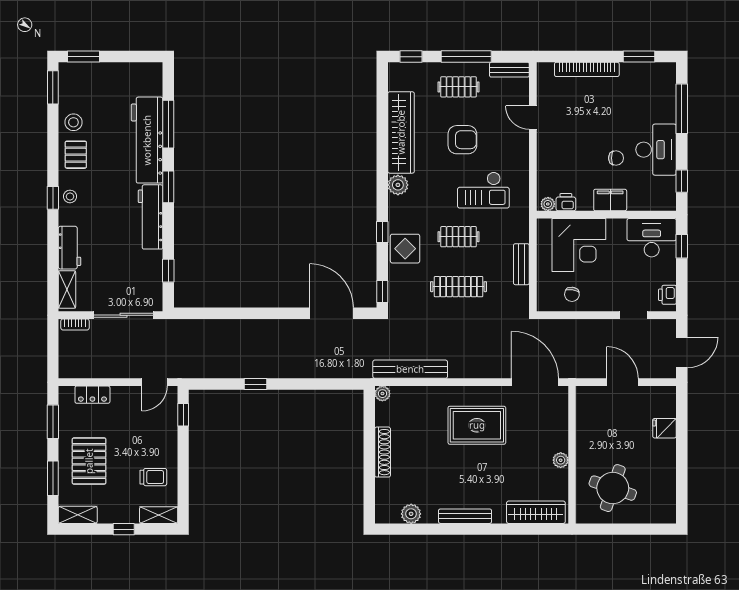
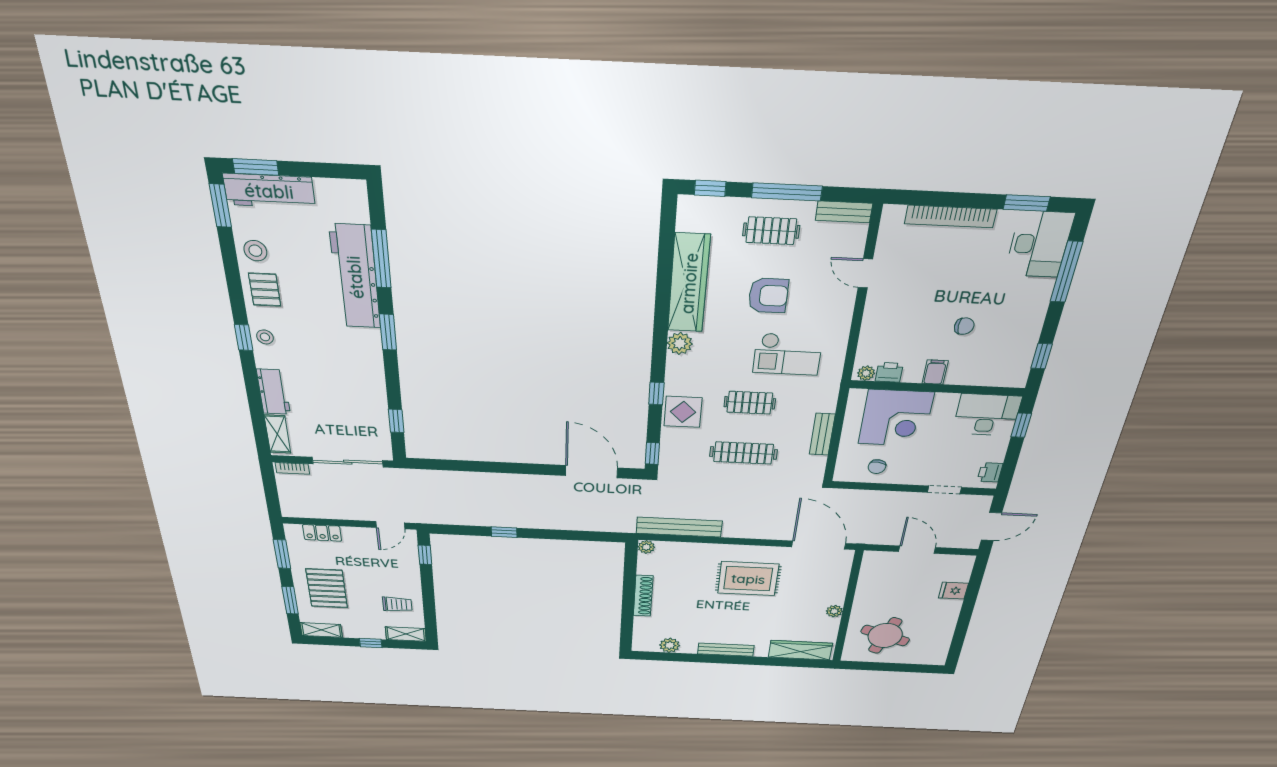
desk: (656, 150) -> (1039, 244), moved
filing cabinet: (610, 200) -> (935, 372), width x0.50
workbench: (151, 217) -> (269, 191), moved, turned -90

